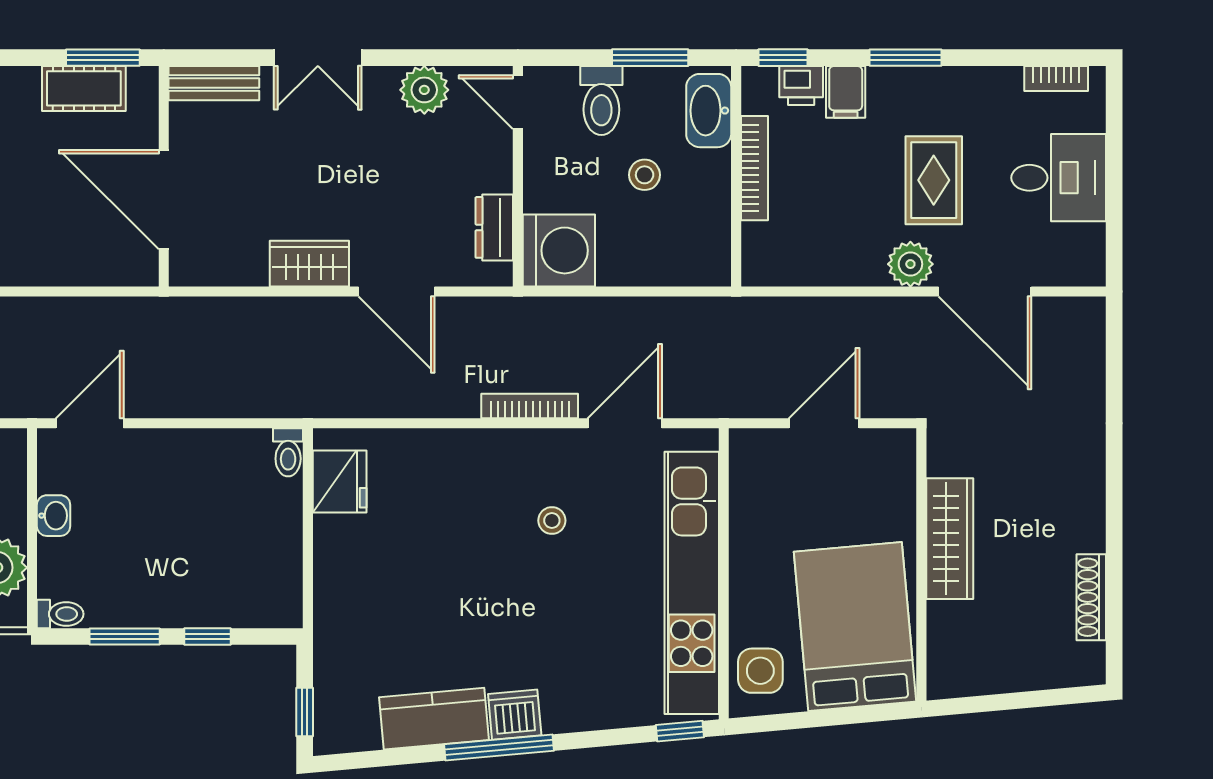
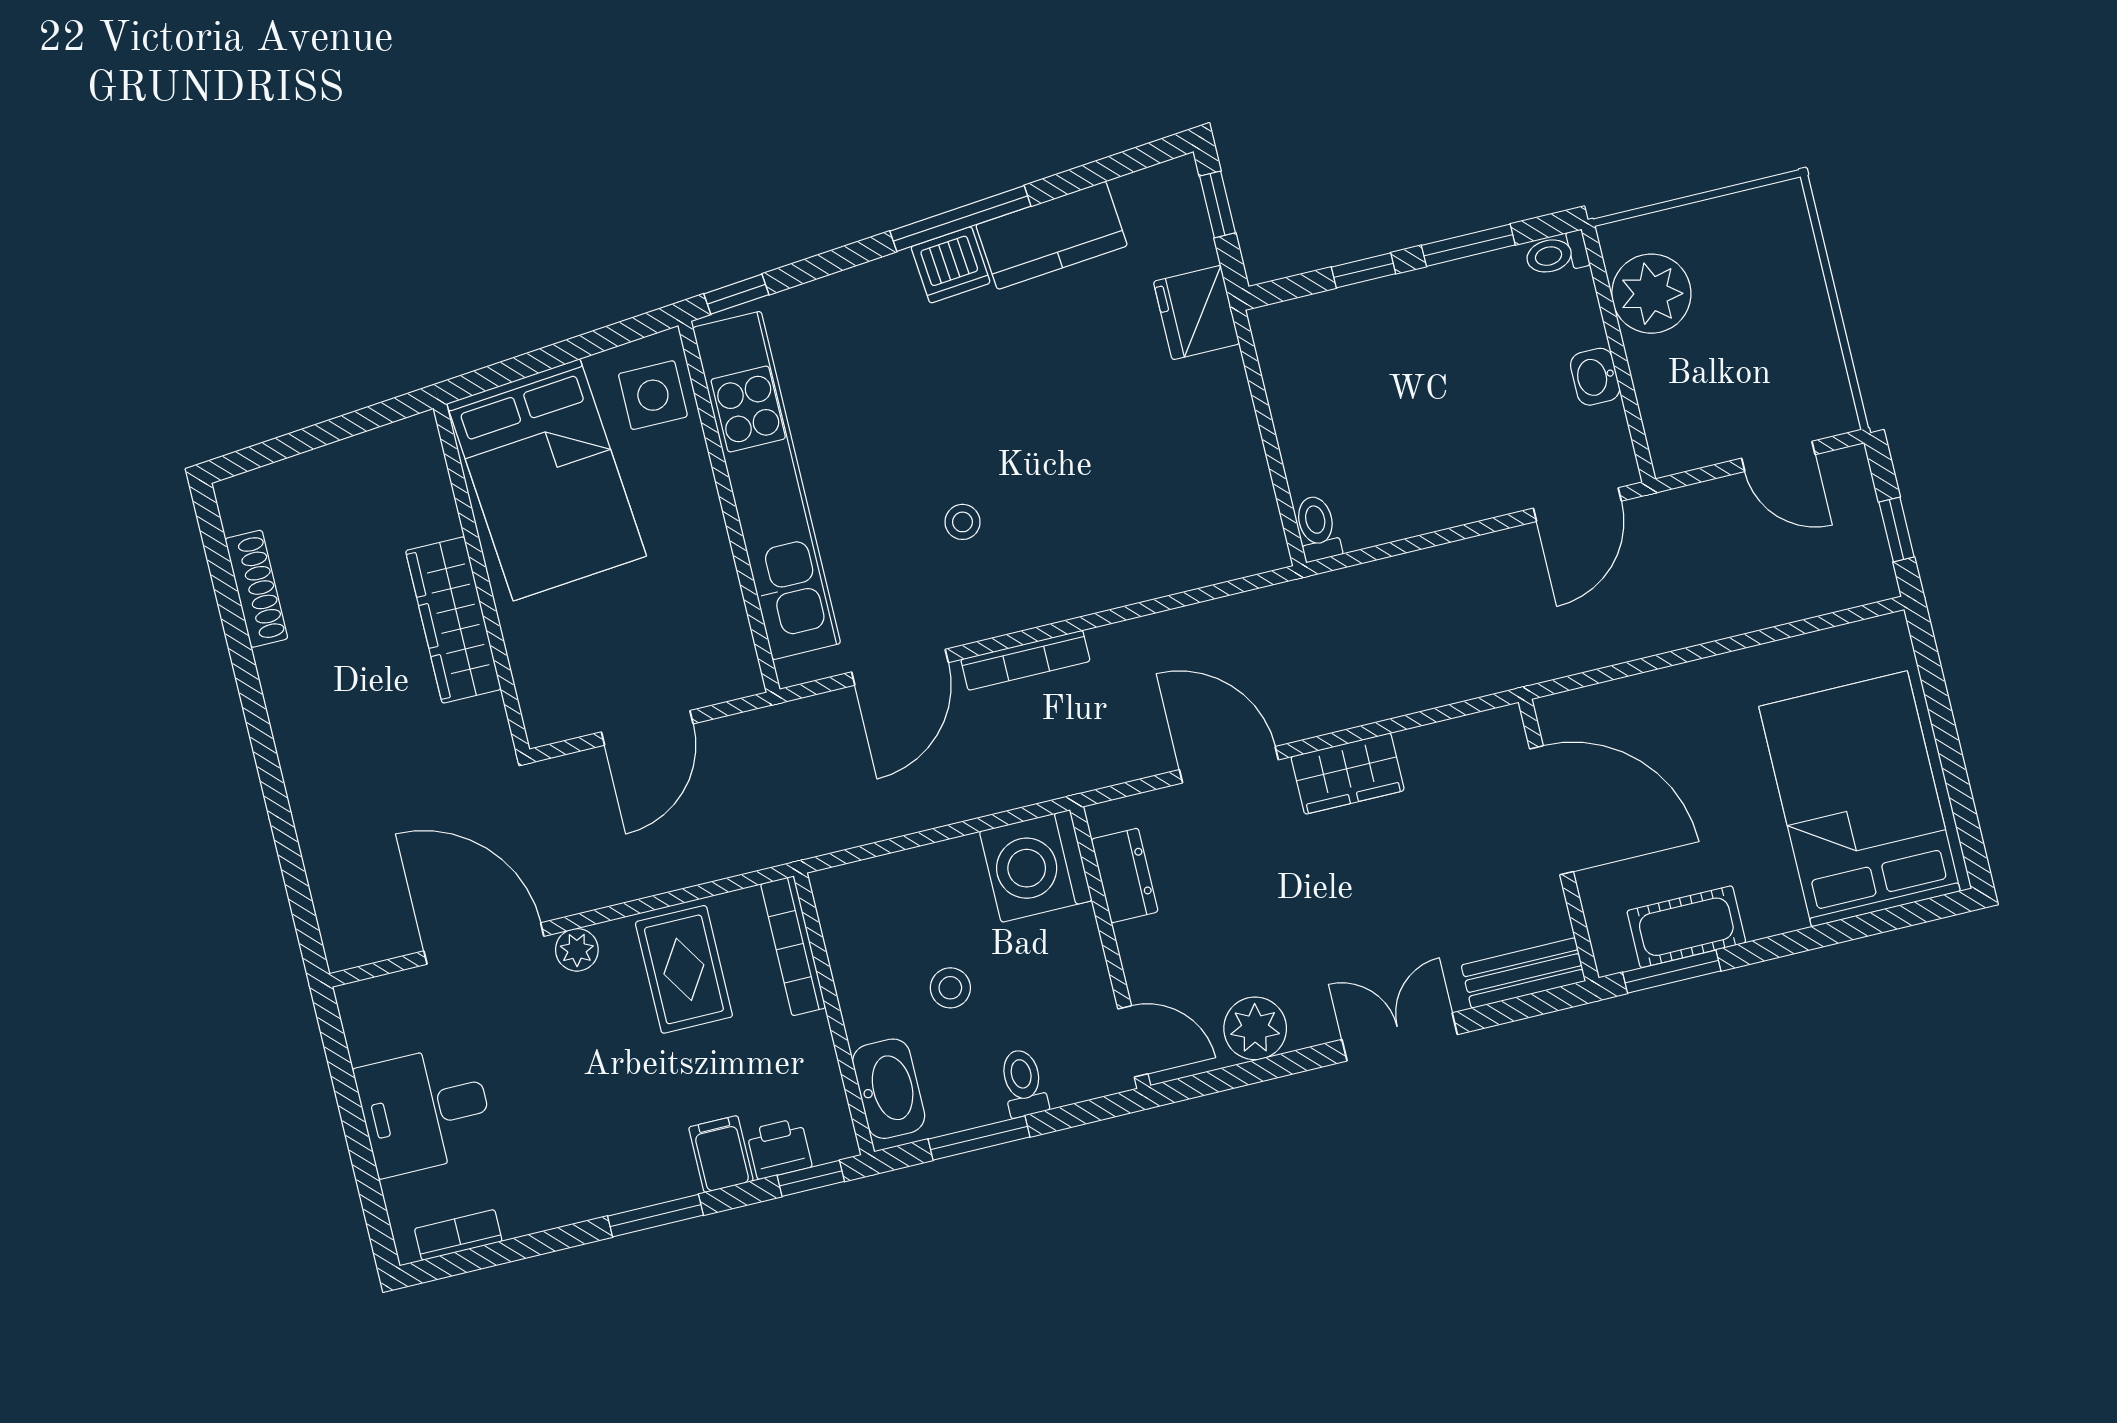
toilet: (601, 100) -> (1023, 1083), width x0.73, depth x0.72
bookcase: (754, 168) -> (793, 946), moved
rug: (934, 180) -> (684, 969), moved
plant: (910, 264) -> (577, 950), width x0.73, depth x0.73
fridge: (340, 482) -> (1197, 313), moved

